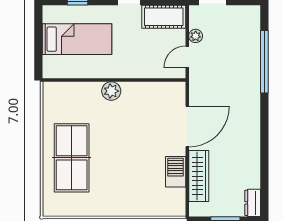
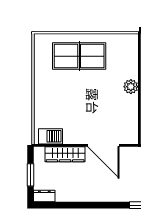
barbecue: (176, 172) -> (50, 136), moved

